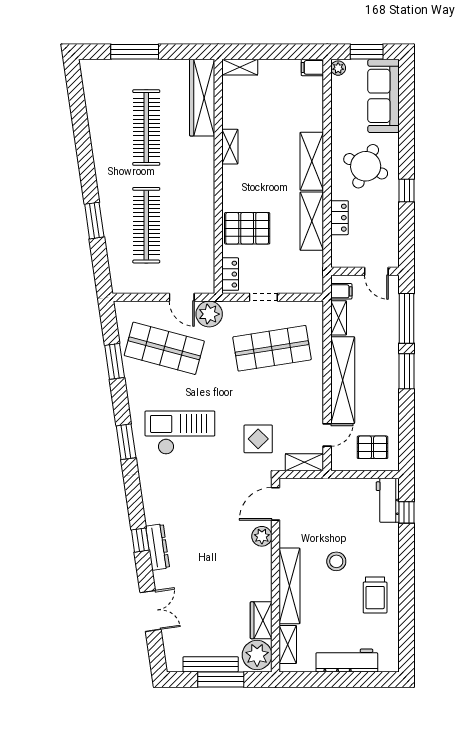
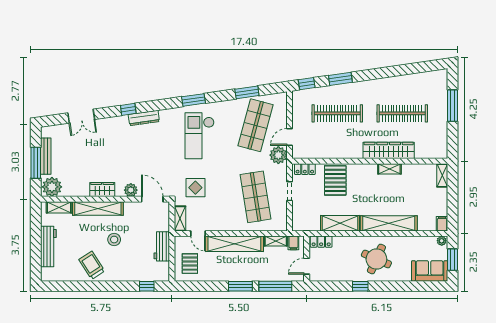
sofa: (384, 96) -> (430, 271), width x0.73
wardrobe: (202, 98) -> (389, 150), moved
shelving: (312, 161) -> (389, 223), width x1.47
locker: (339, 218) -> (321, 242), moved
window: (102, 271) -> (307, 84), added
checkout: (180, 433) -> (200, 136), turned 180
workbench: (388, 500) -> (162, 246), moved, turned -90
dresser: (158, 547) -> (144, 118), moved
trolley: (375, 595) -> (92, 265), turned 57
wardrobe: (261, 620) -> (102, 190), moved

